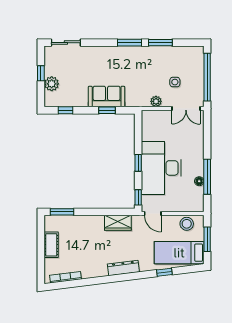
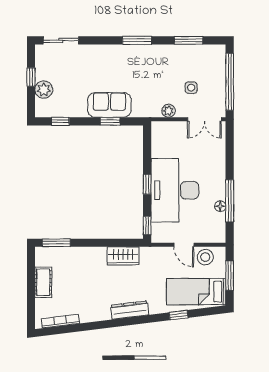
window: (160, 43) -> (189, 40), moved
door: (153, 214) -> (184, 245), moved

